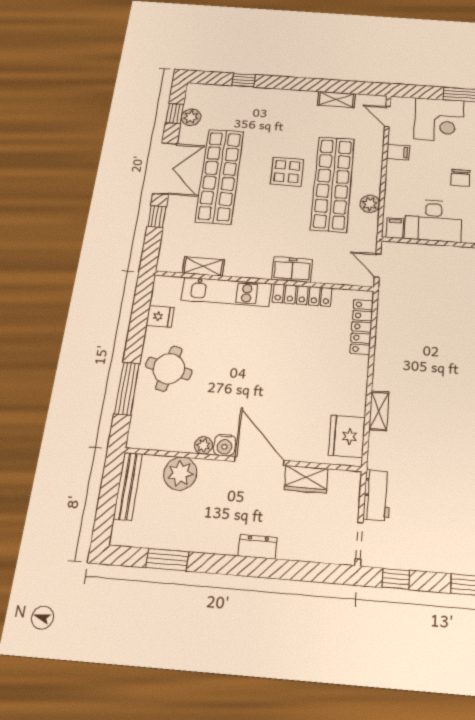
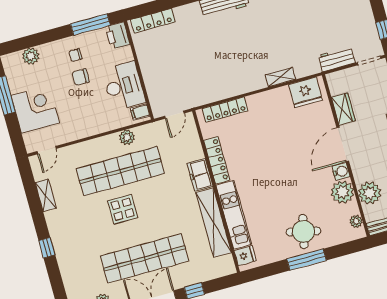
window: (244, 80) -> (47, 248), moved
filing cabinet: (398, 152) -> (75, 131), removed
chair: (460, 178) -> (81, 77), turned 180
shelving: (203, 266) -> (214, 223), width x2.20, depth x1.33
fridge: (160, 317) -> (245, 256), moved, turned 90
window: (127, 389) -> (306, 260), moved
plant: (151, 441) -> (356, 221), added
plant: (203, 445) -> (342, 192), width x1.88, depth x1.88

